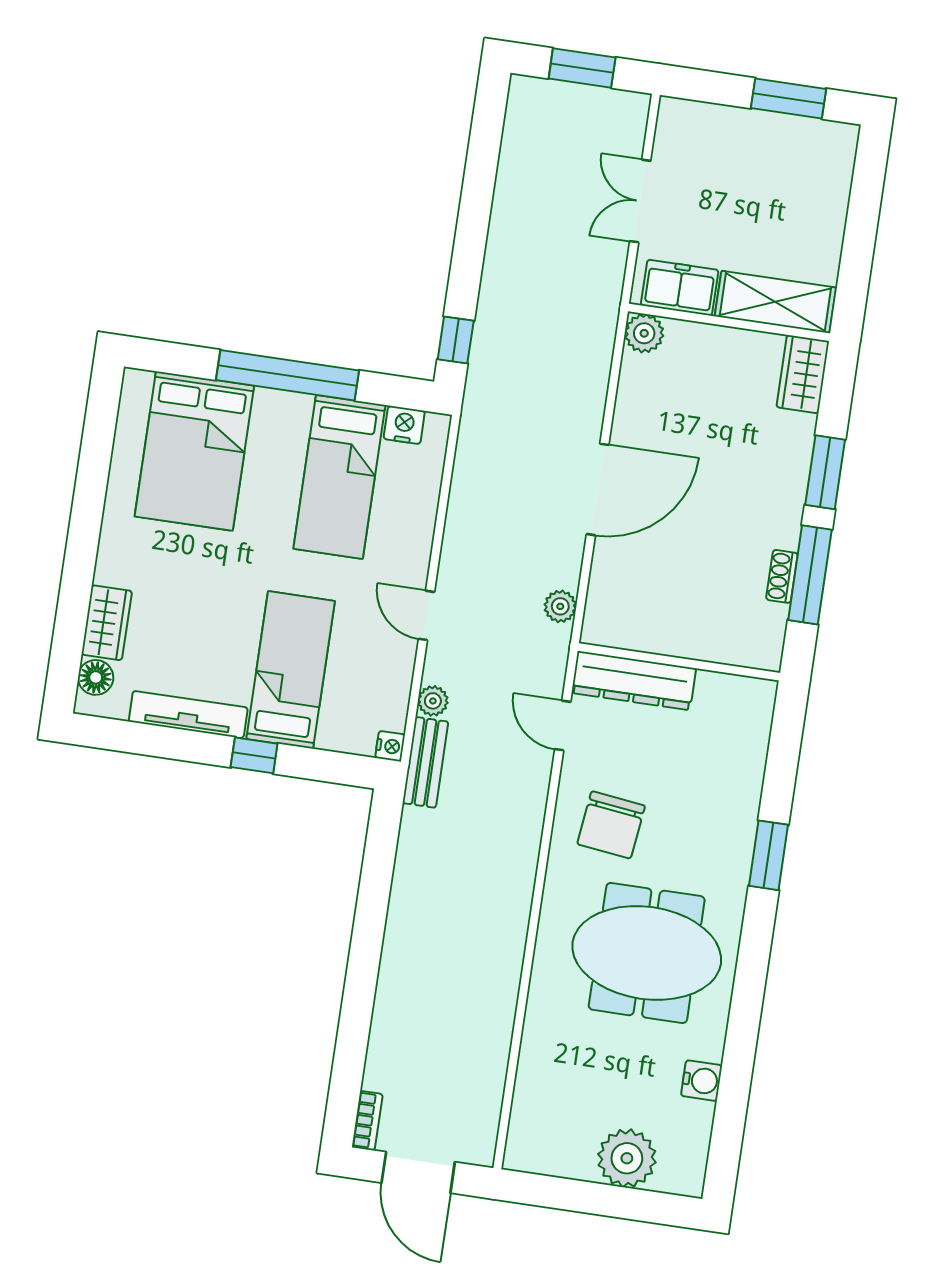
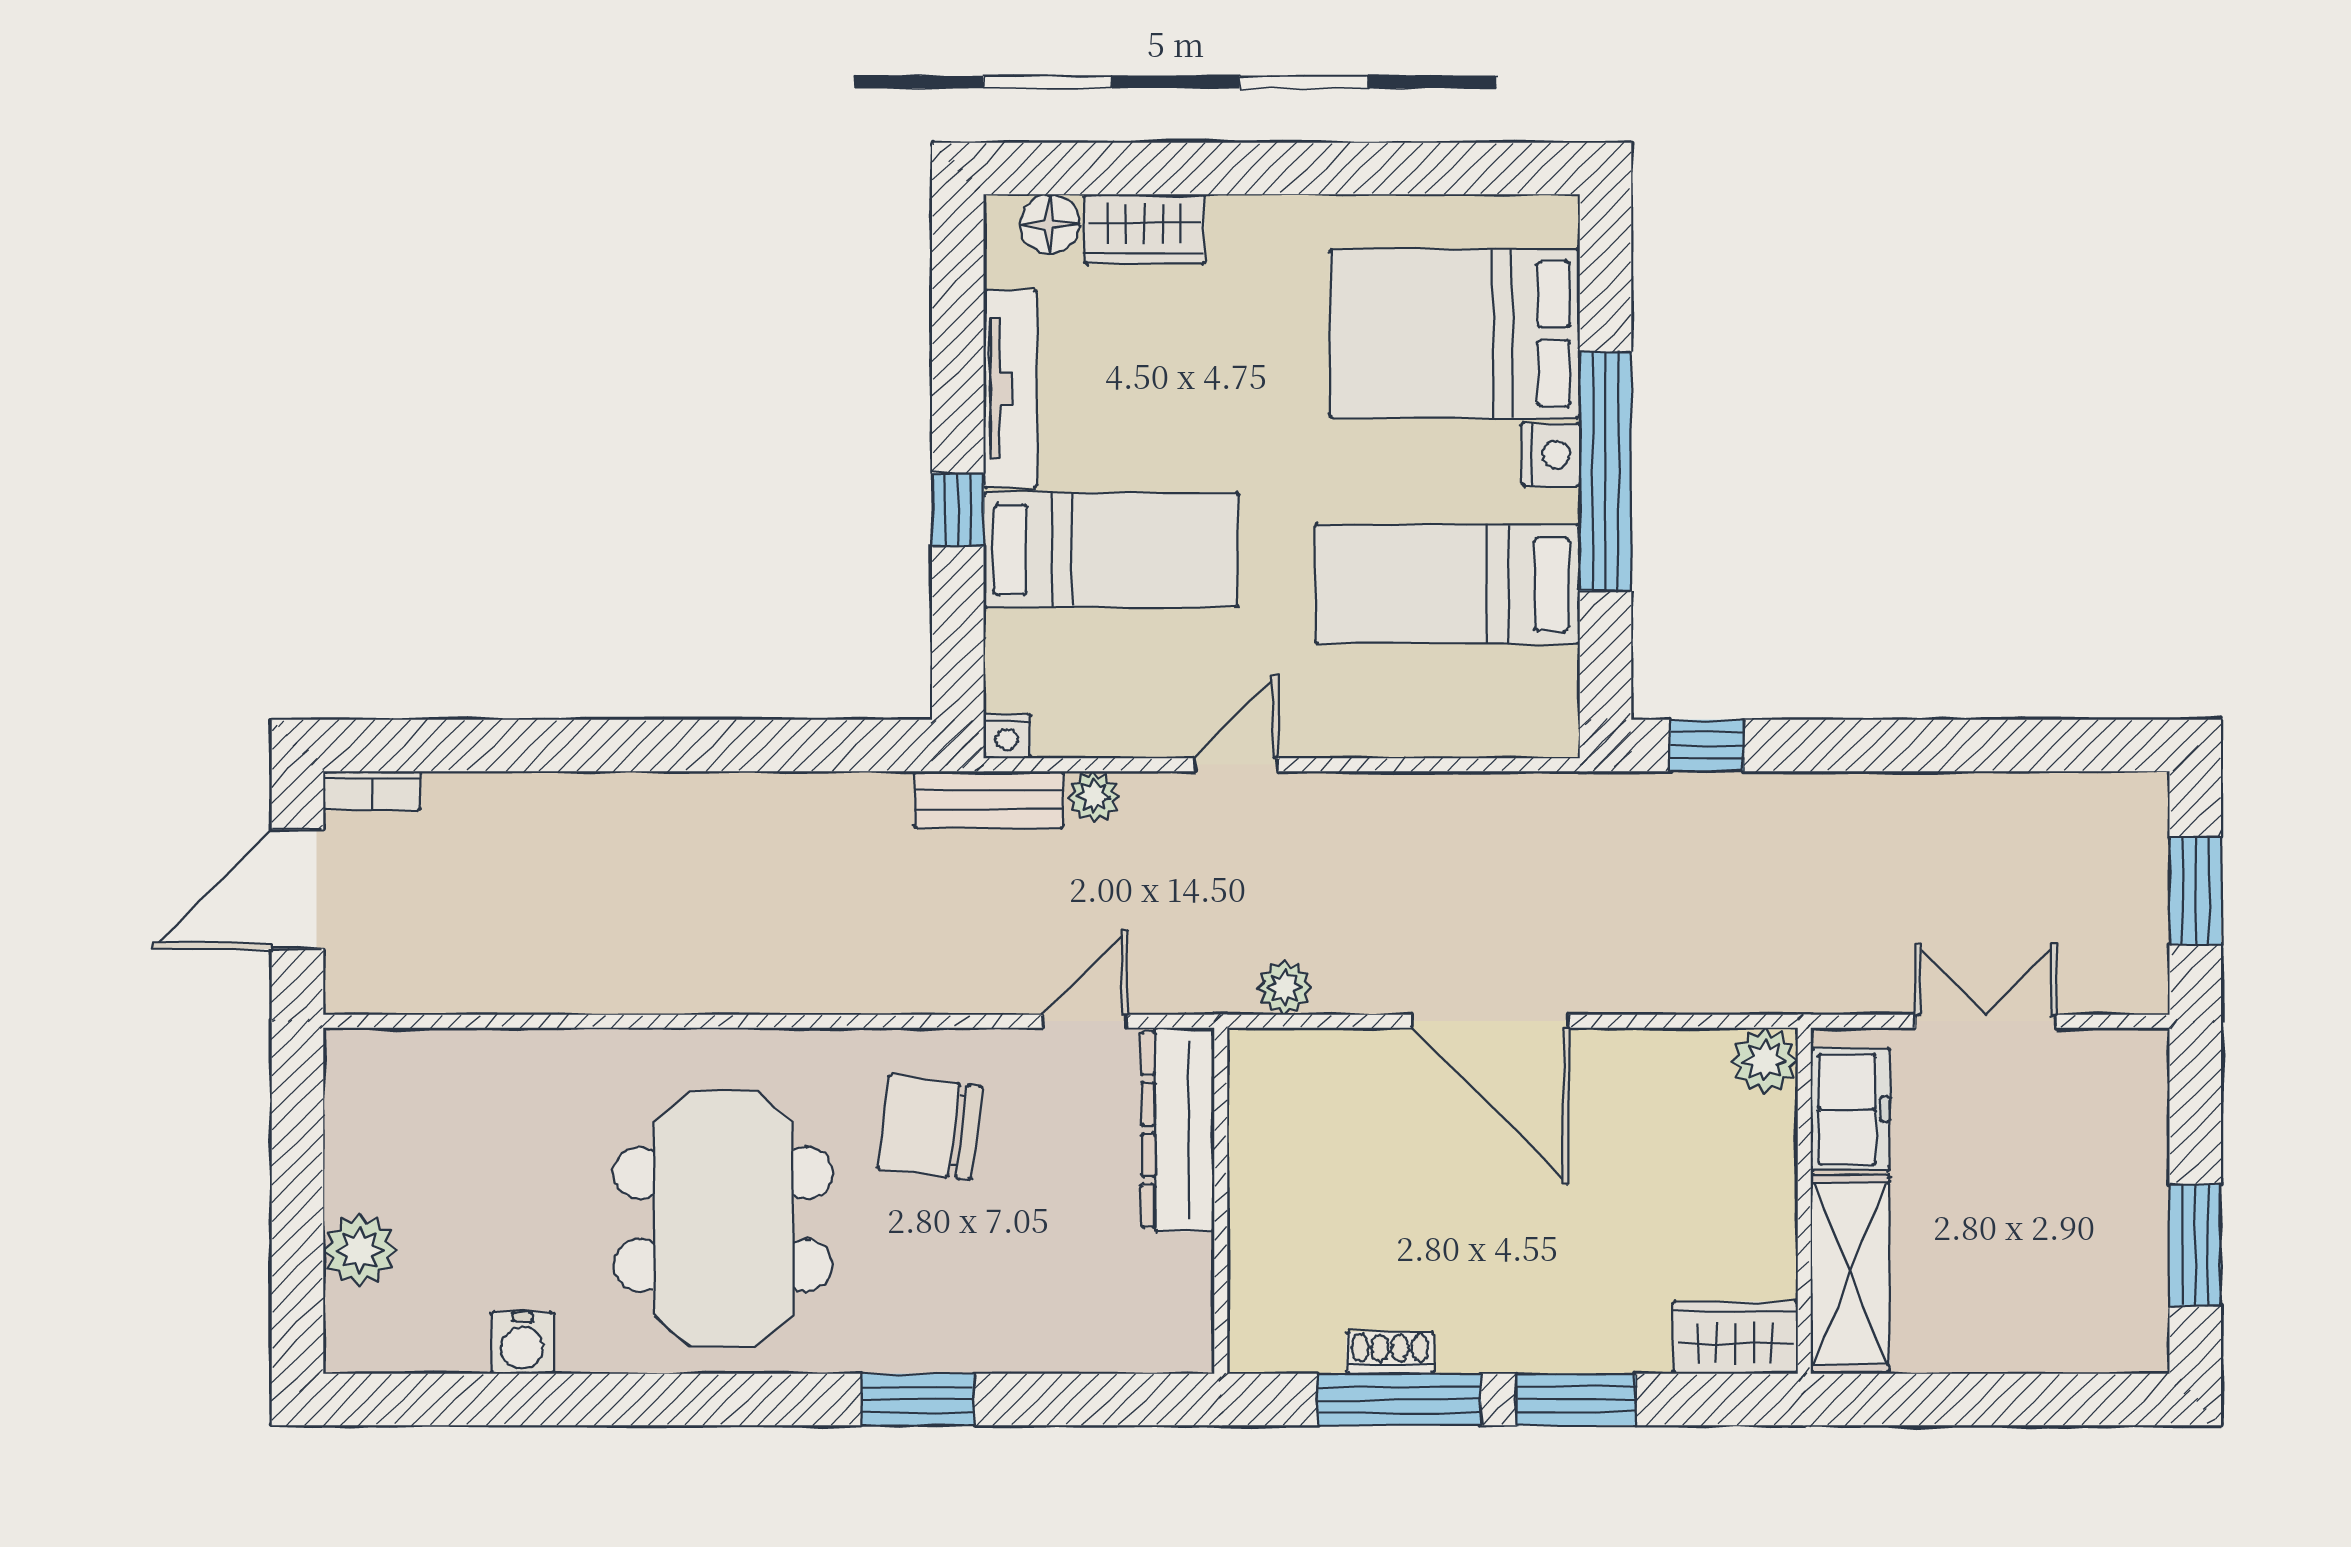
nightstand: (404, 425) -> (1551, 455), moved
plant: (627, 1158) -> (360, 1250), width x0.73, depth x0.73

